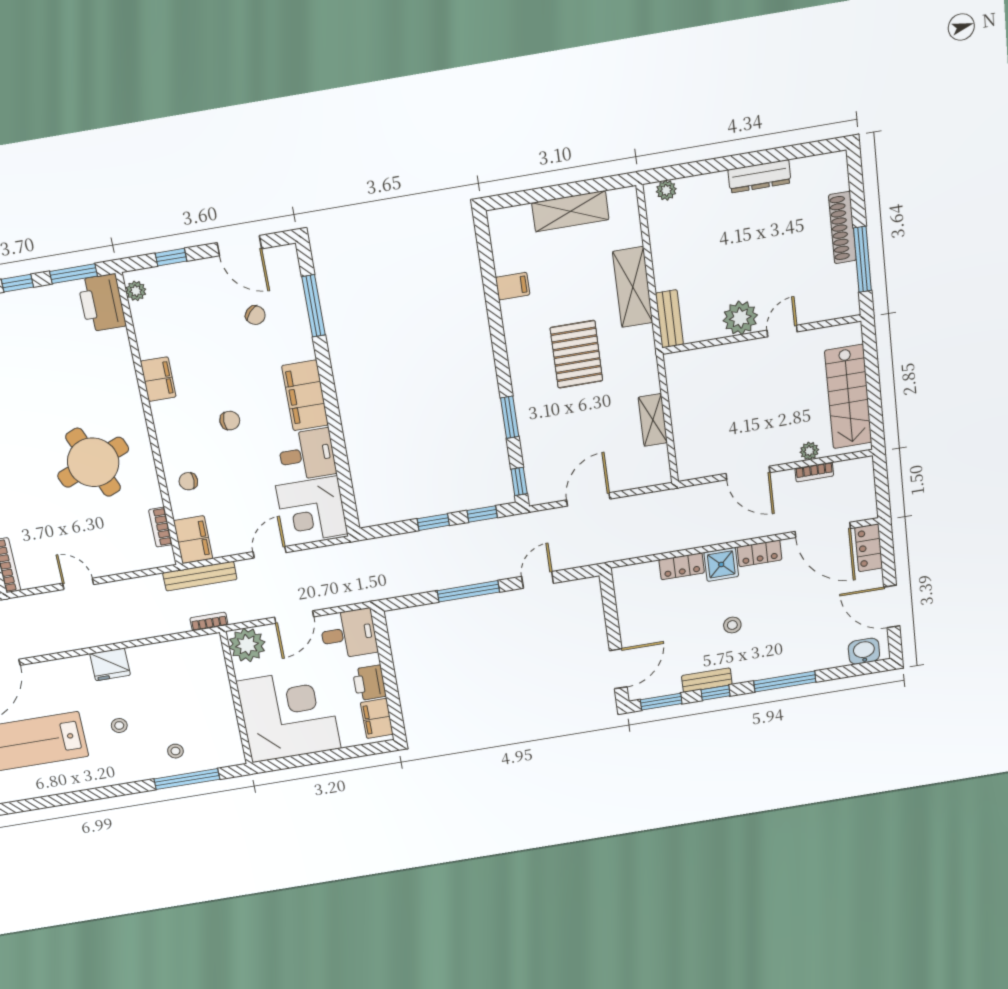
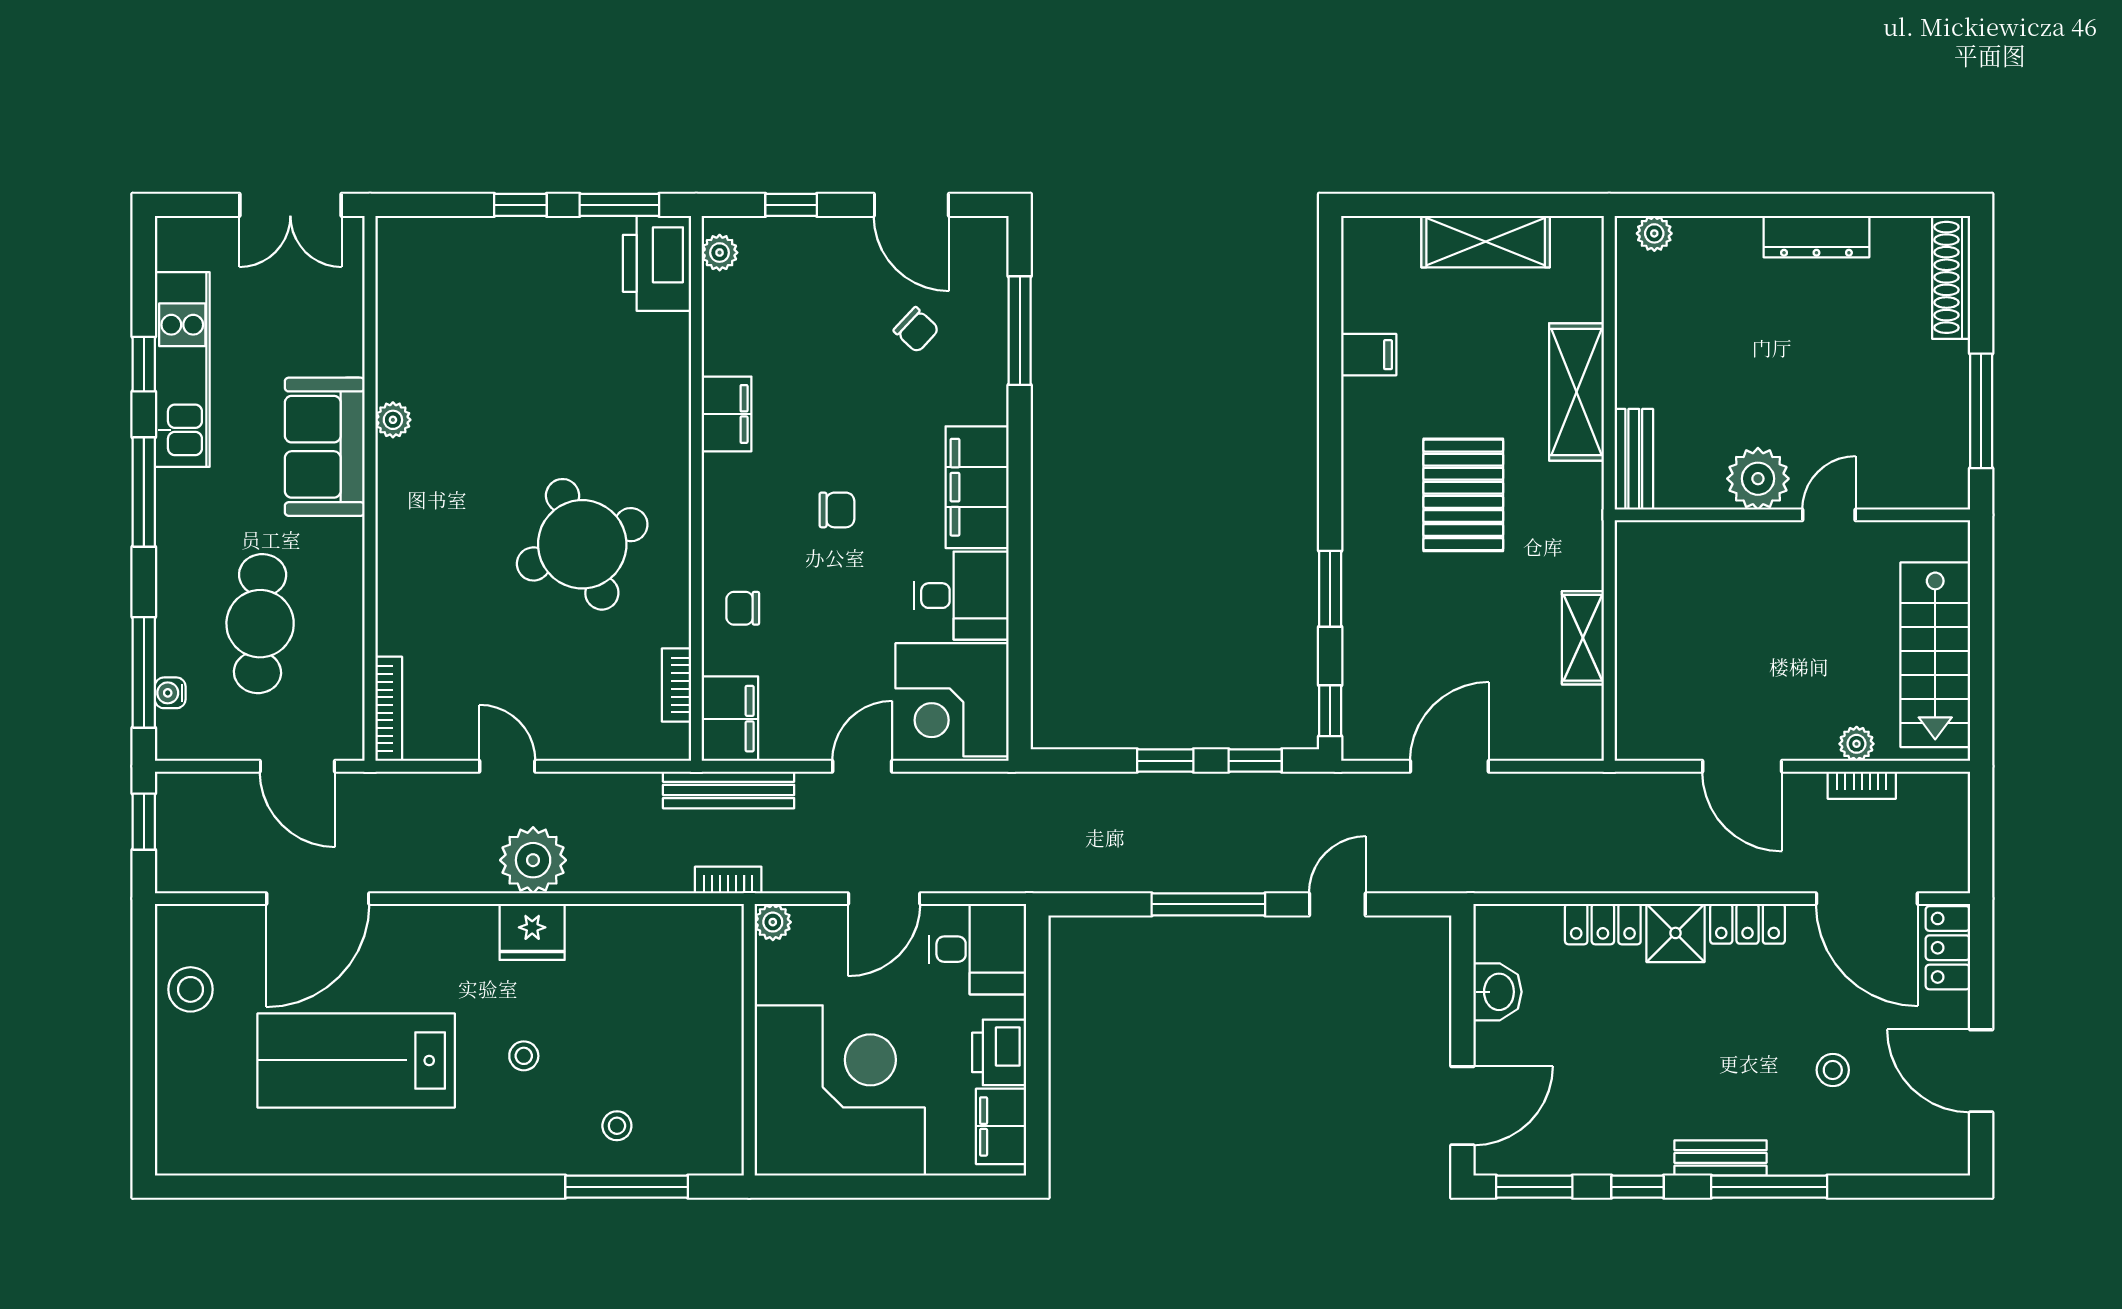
shoe rack: (842, 228) -> (1951, 277), moved
stool: (732, 625) -> (1833, 1070), moved
plant: (103, 629) -> (533, 860), added
plant: (247, 645) -> (773, 922), width x0.53, depth x0.53
washbasin: (864, 651) -> (1498, 992), moved, turned 90
bench: (707, 680) -> (1720, 1158), moved

